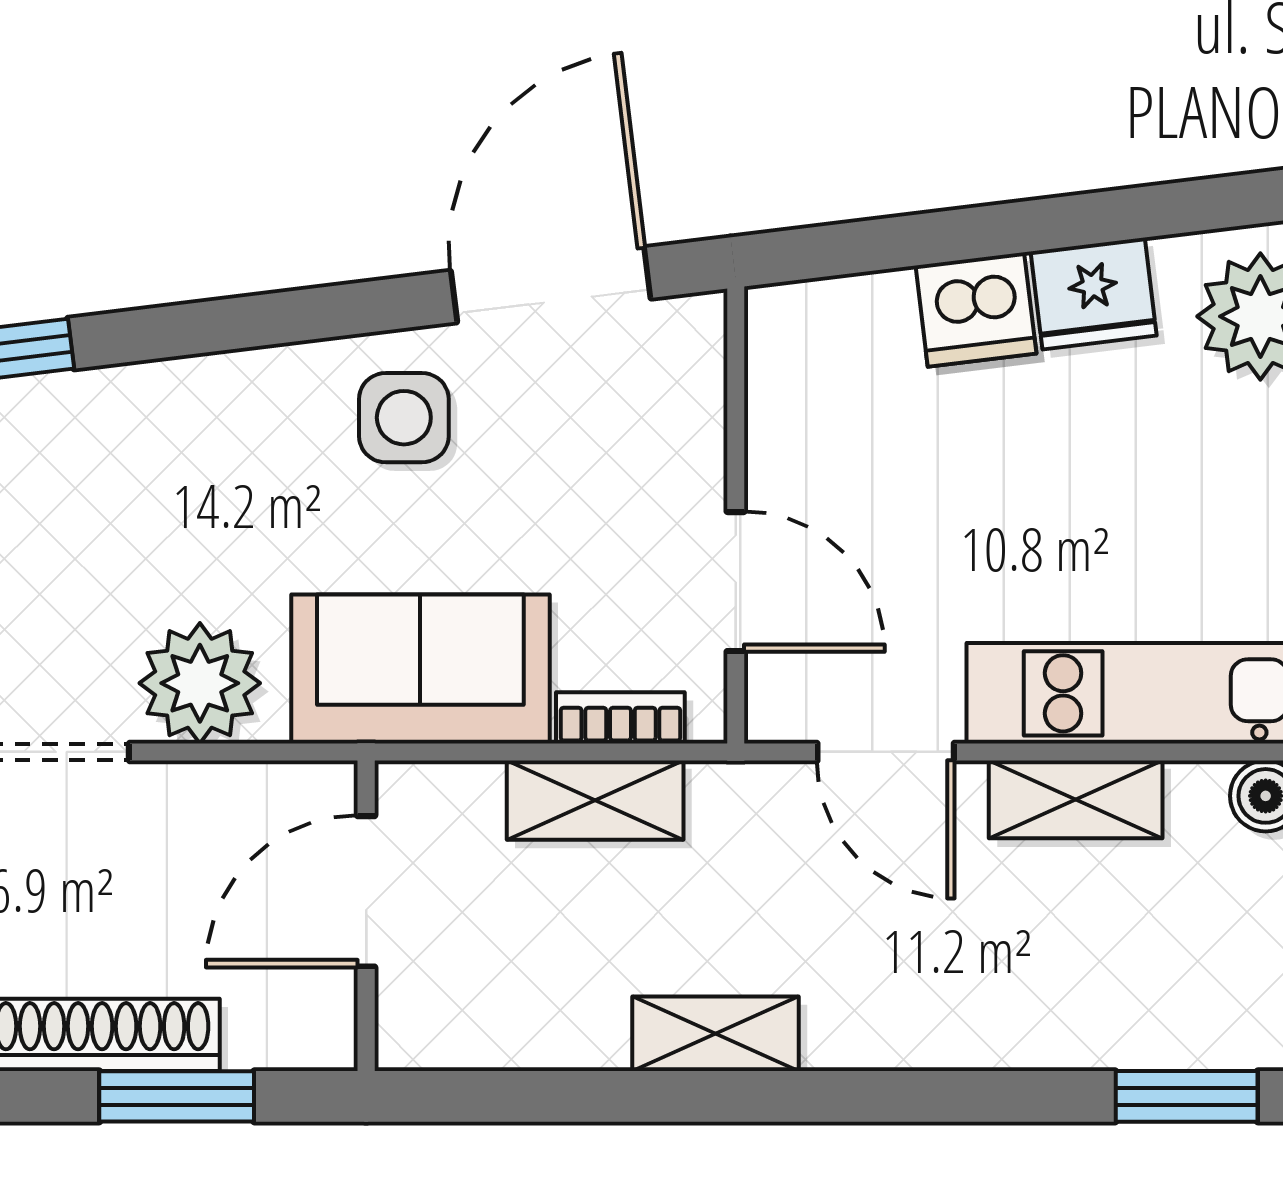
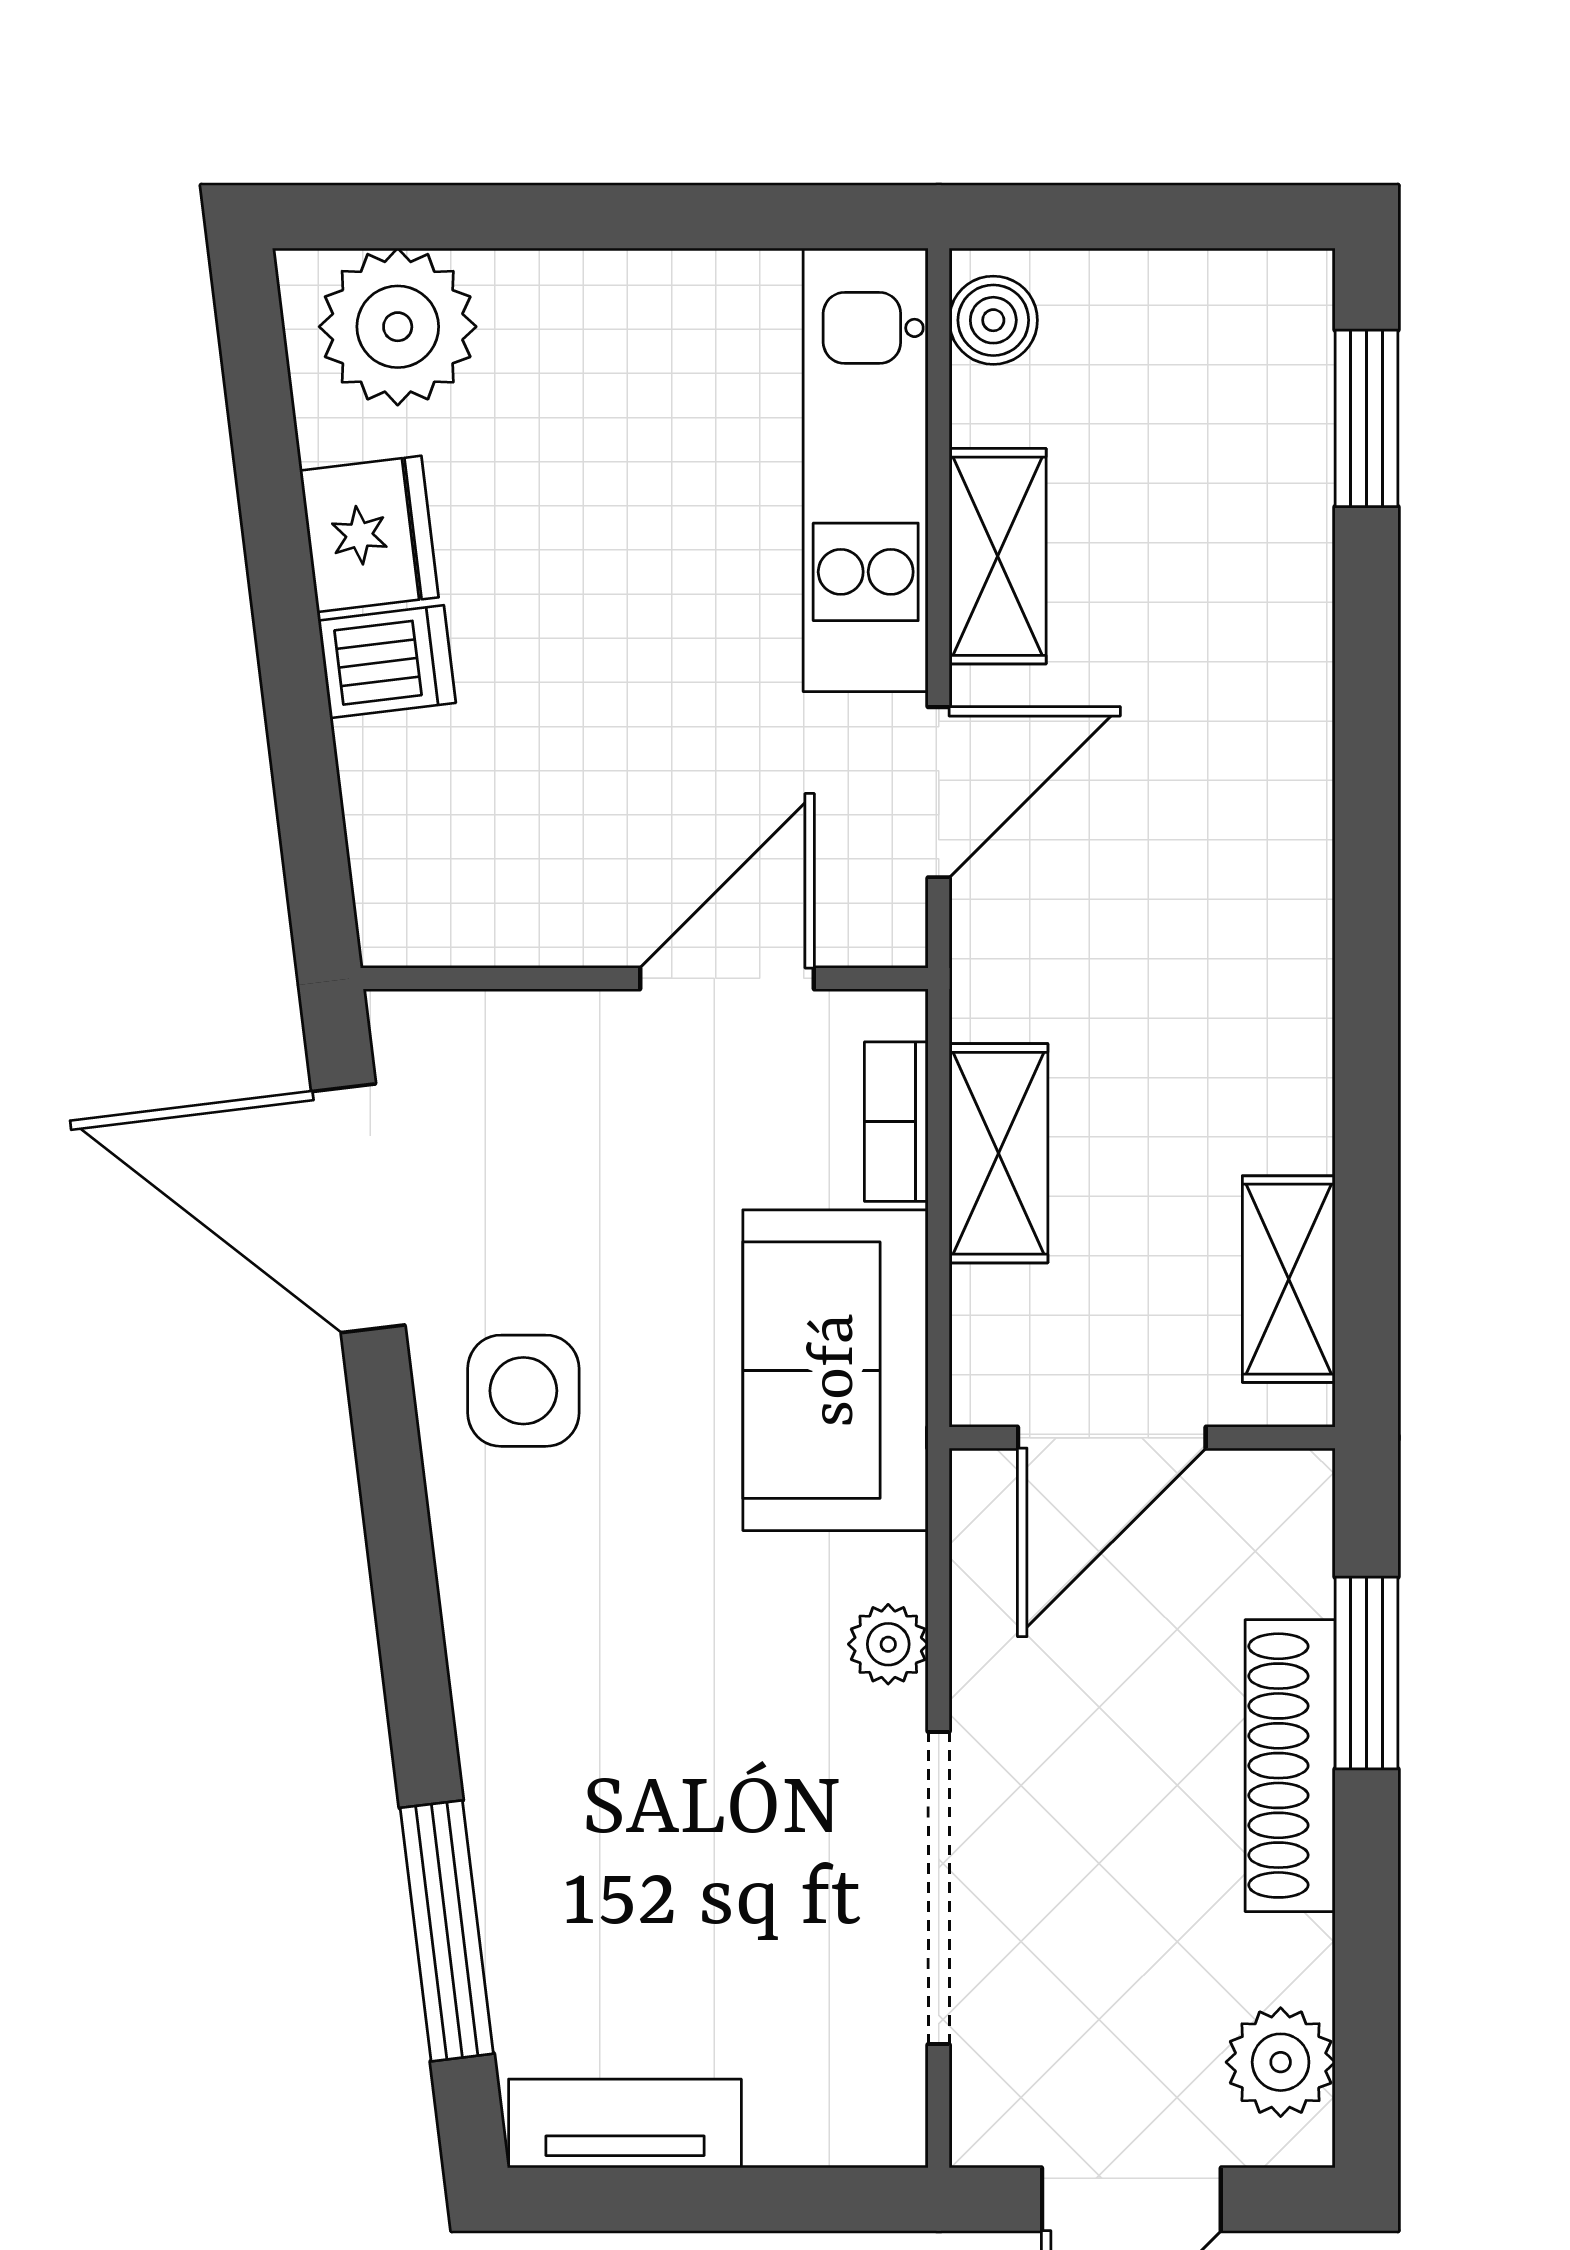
dishwasher: (976, 310) -> (387, 662), width x0.73
plant: (200, 683) -> (888, 1644), width x0.53, depth x0.53
door: (366, 891) -> (1112, 1438), hinge flipped
shelving: (716, 1034) -> (1289, 1279), moved

